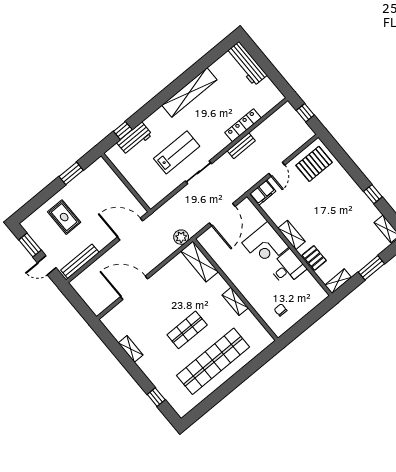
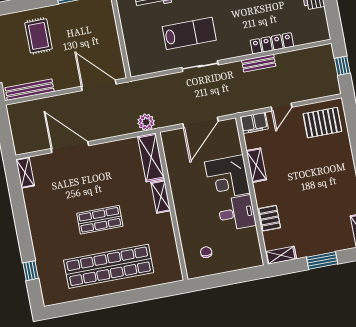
shelving: (292, 235) -> (256, 165), moved
shelving: (235, 301) -> (161, 197), moved
shelving: (131, 349) -> (25, 173), moved

